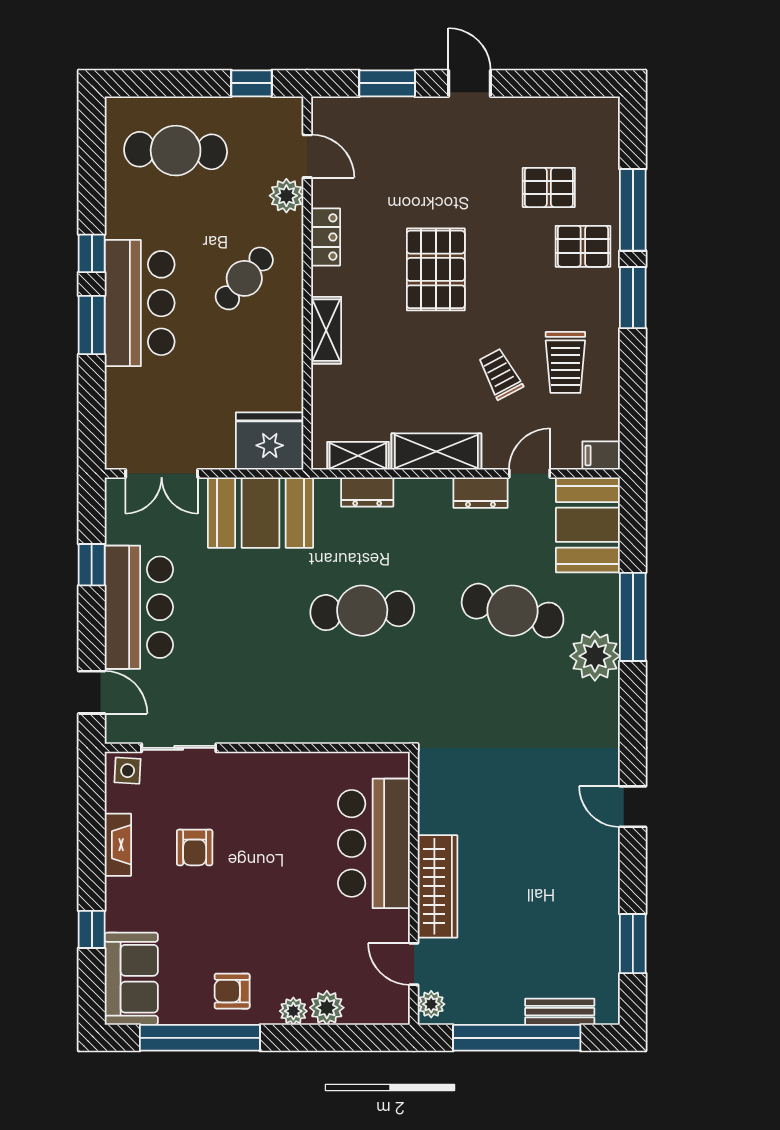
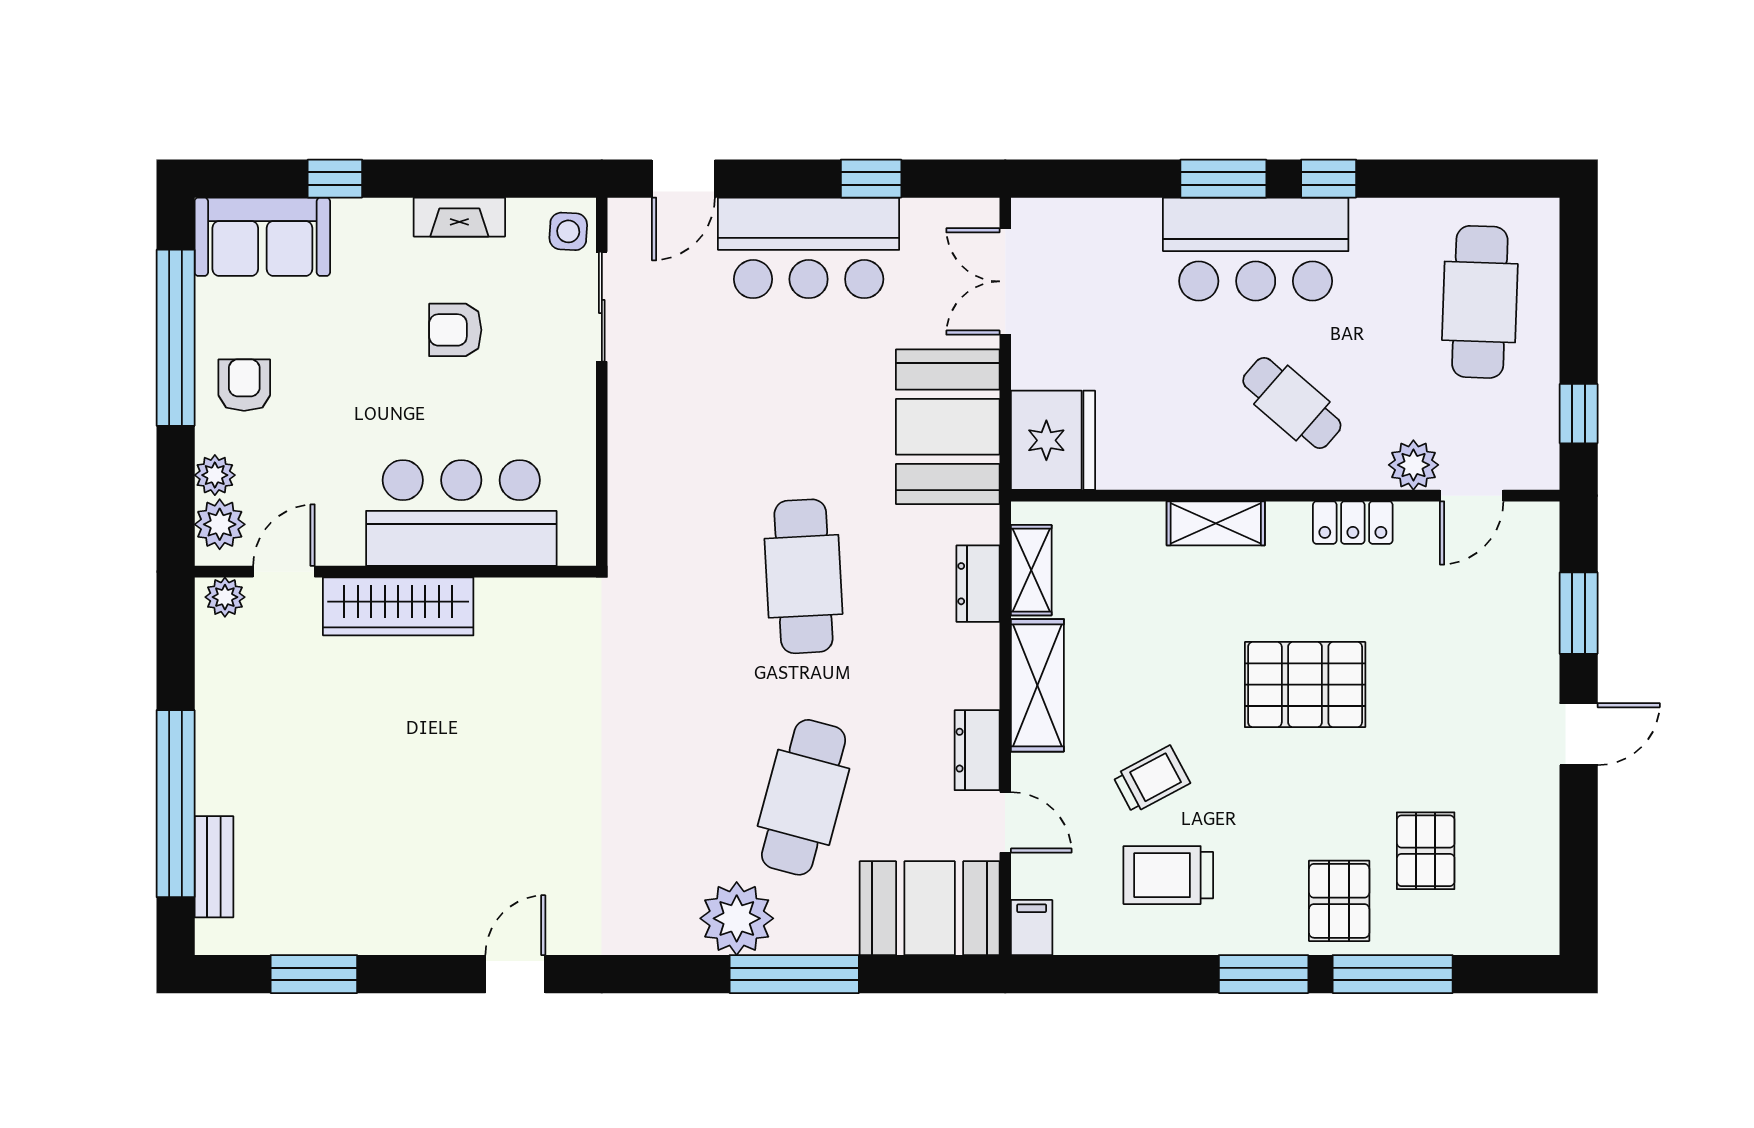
bar counter: (374, 843) -> (461, 513), moved
wardrobe: (438, 886) -> (398, 606), moved
wall: (414, 888) -> (395, 572), moved
door: (414, 964) -> (284, 572), moved
plant: (431, 1004) -> (225, 597), moved

